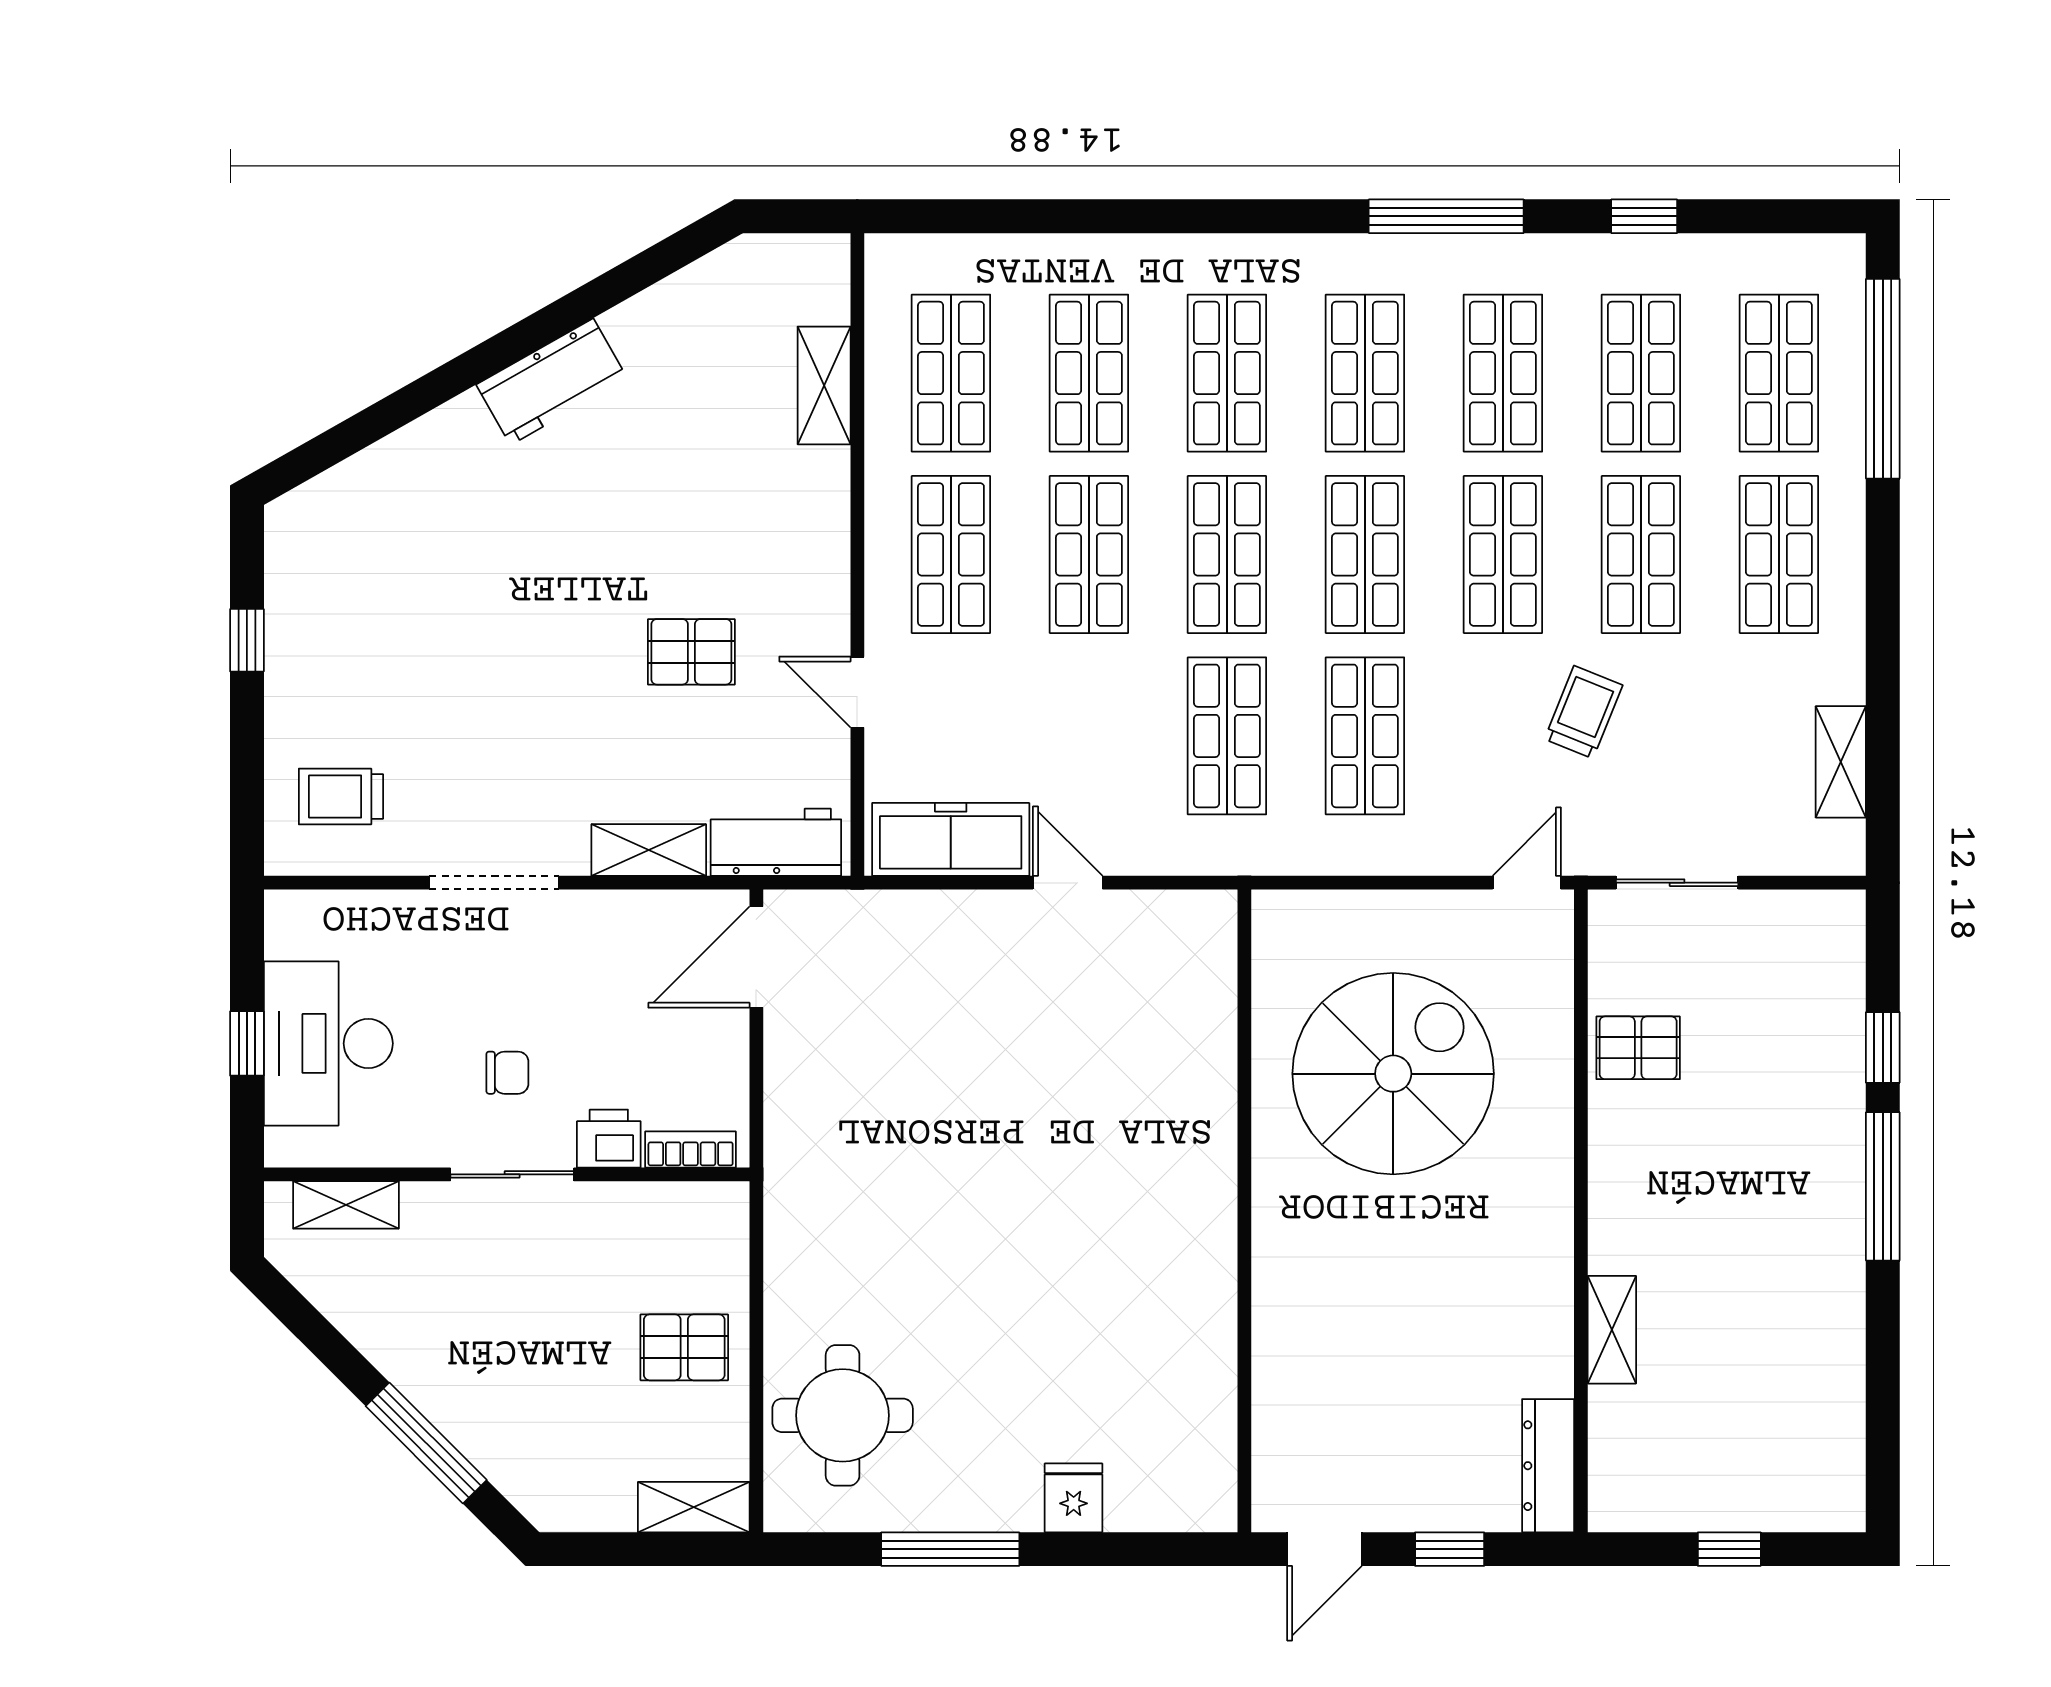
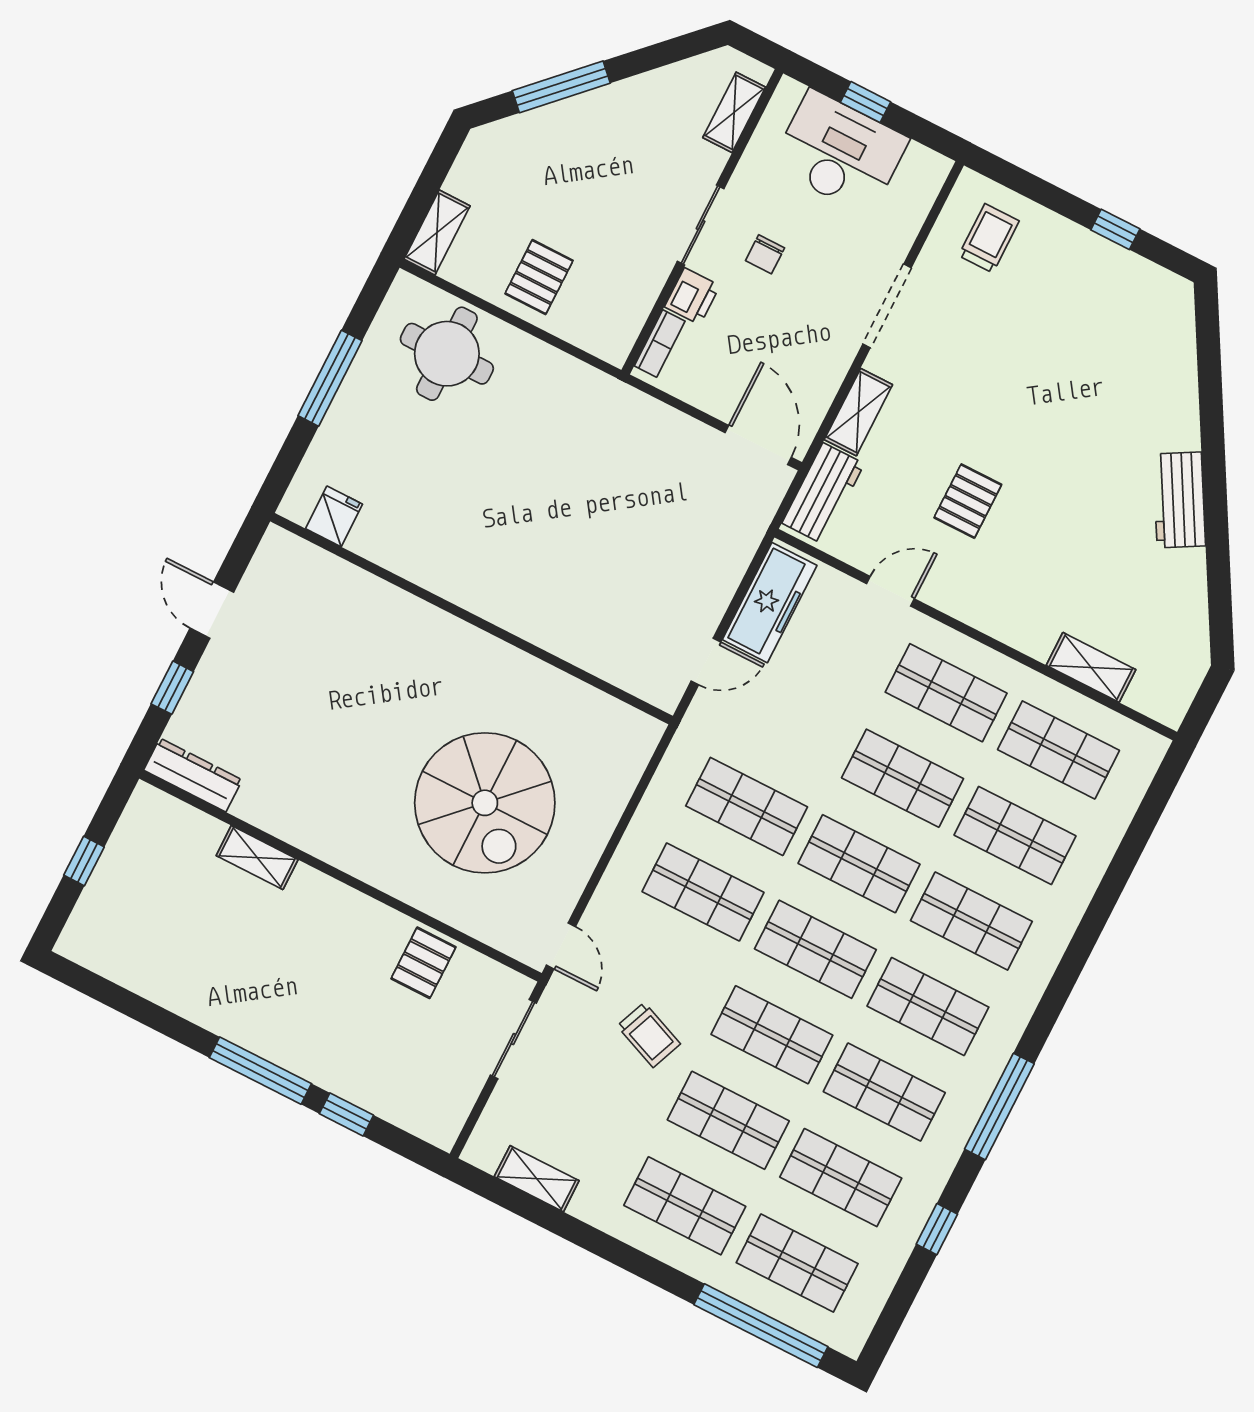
wall: (1244, 1211) -> (472, 619), moved
fridge: (1074, 1498) -> (334, 516), moved, turned -90

